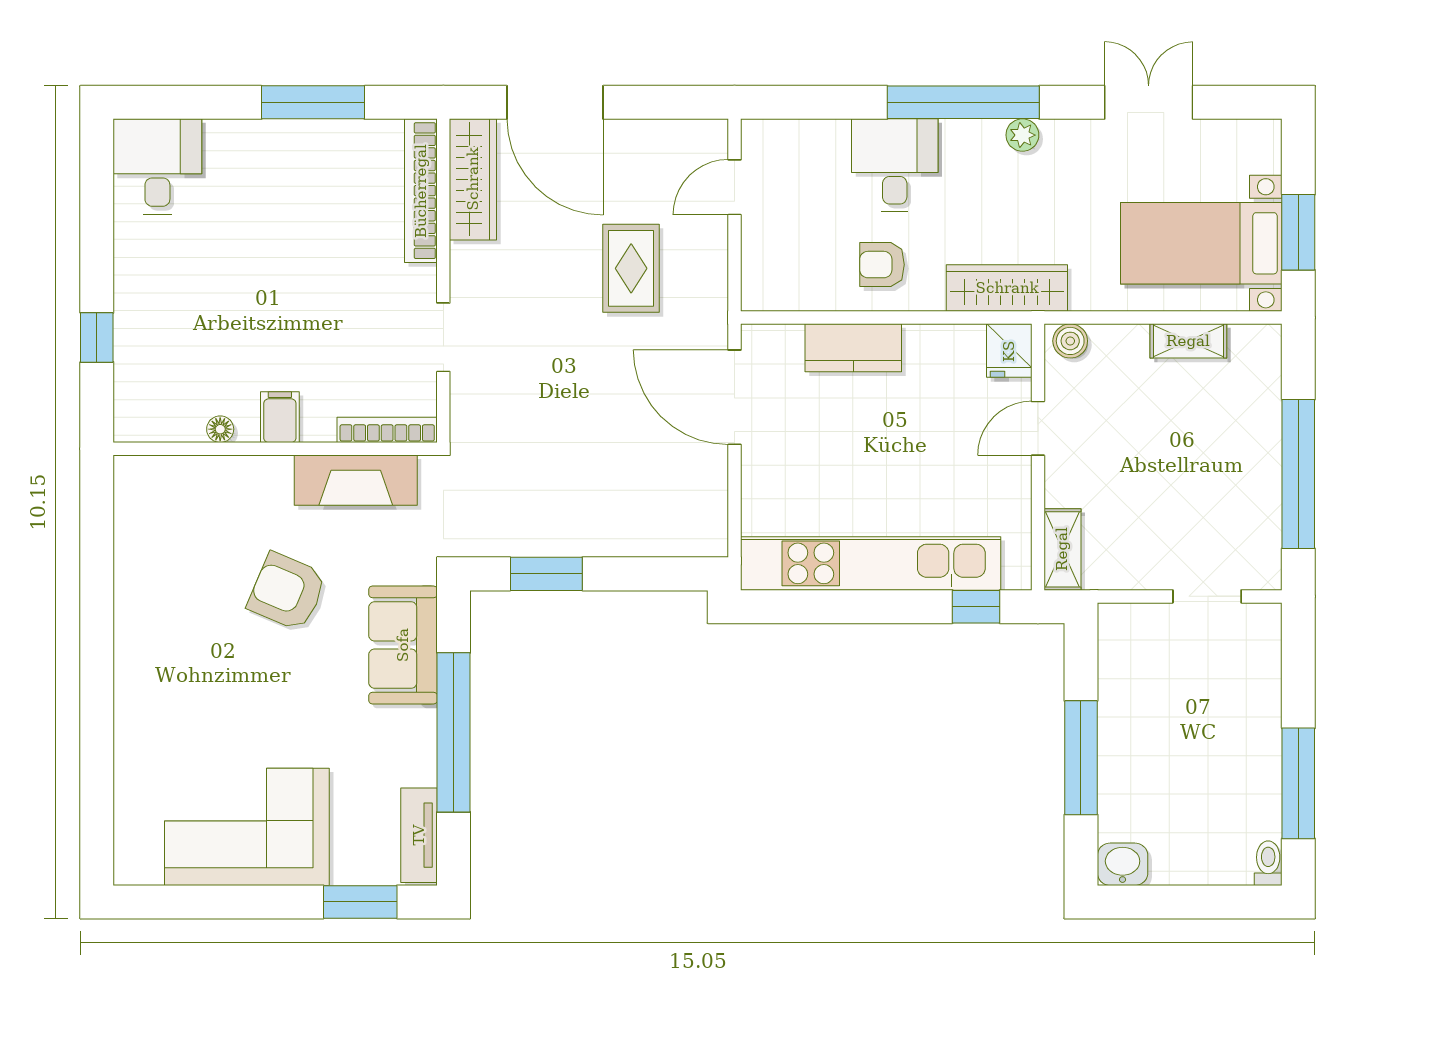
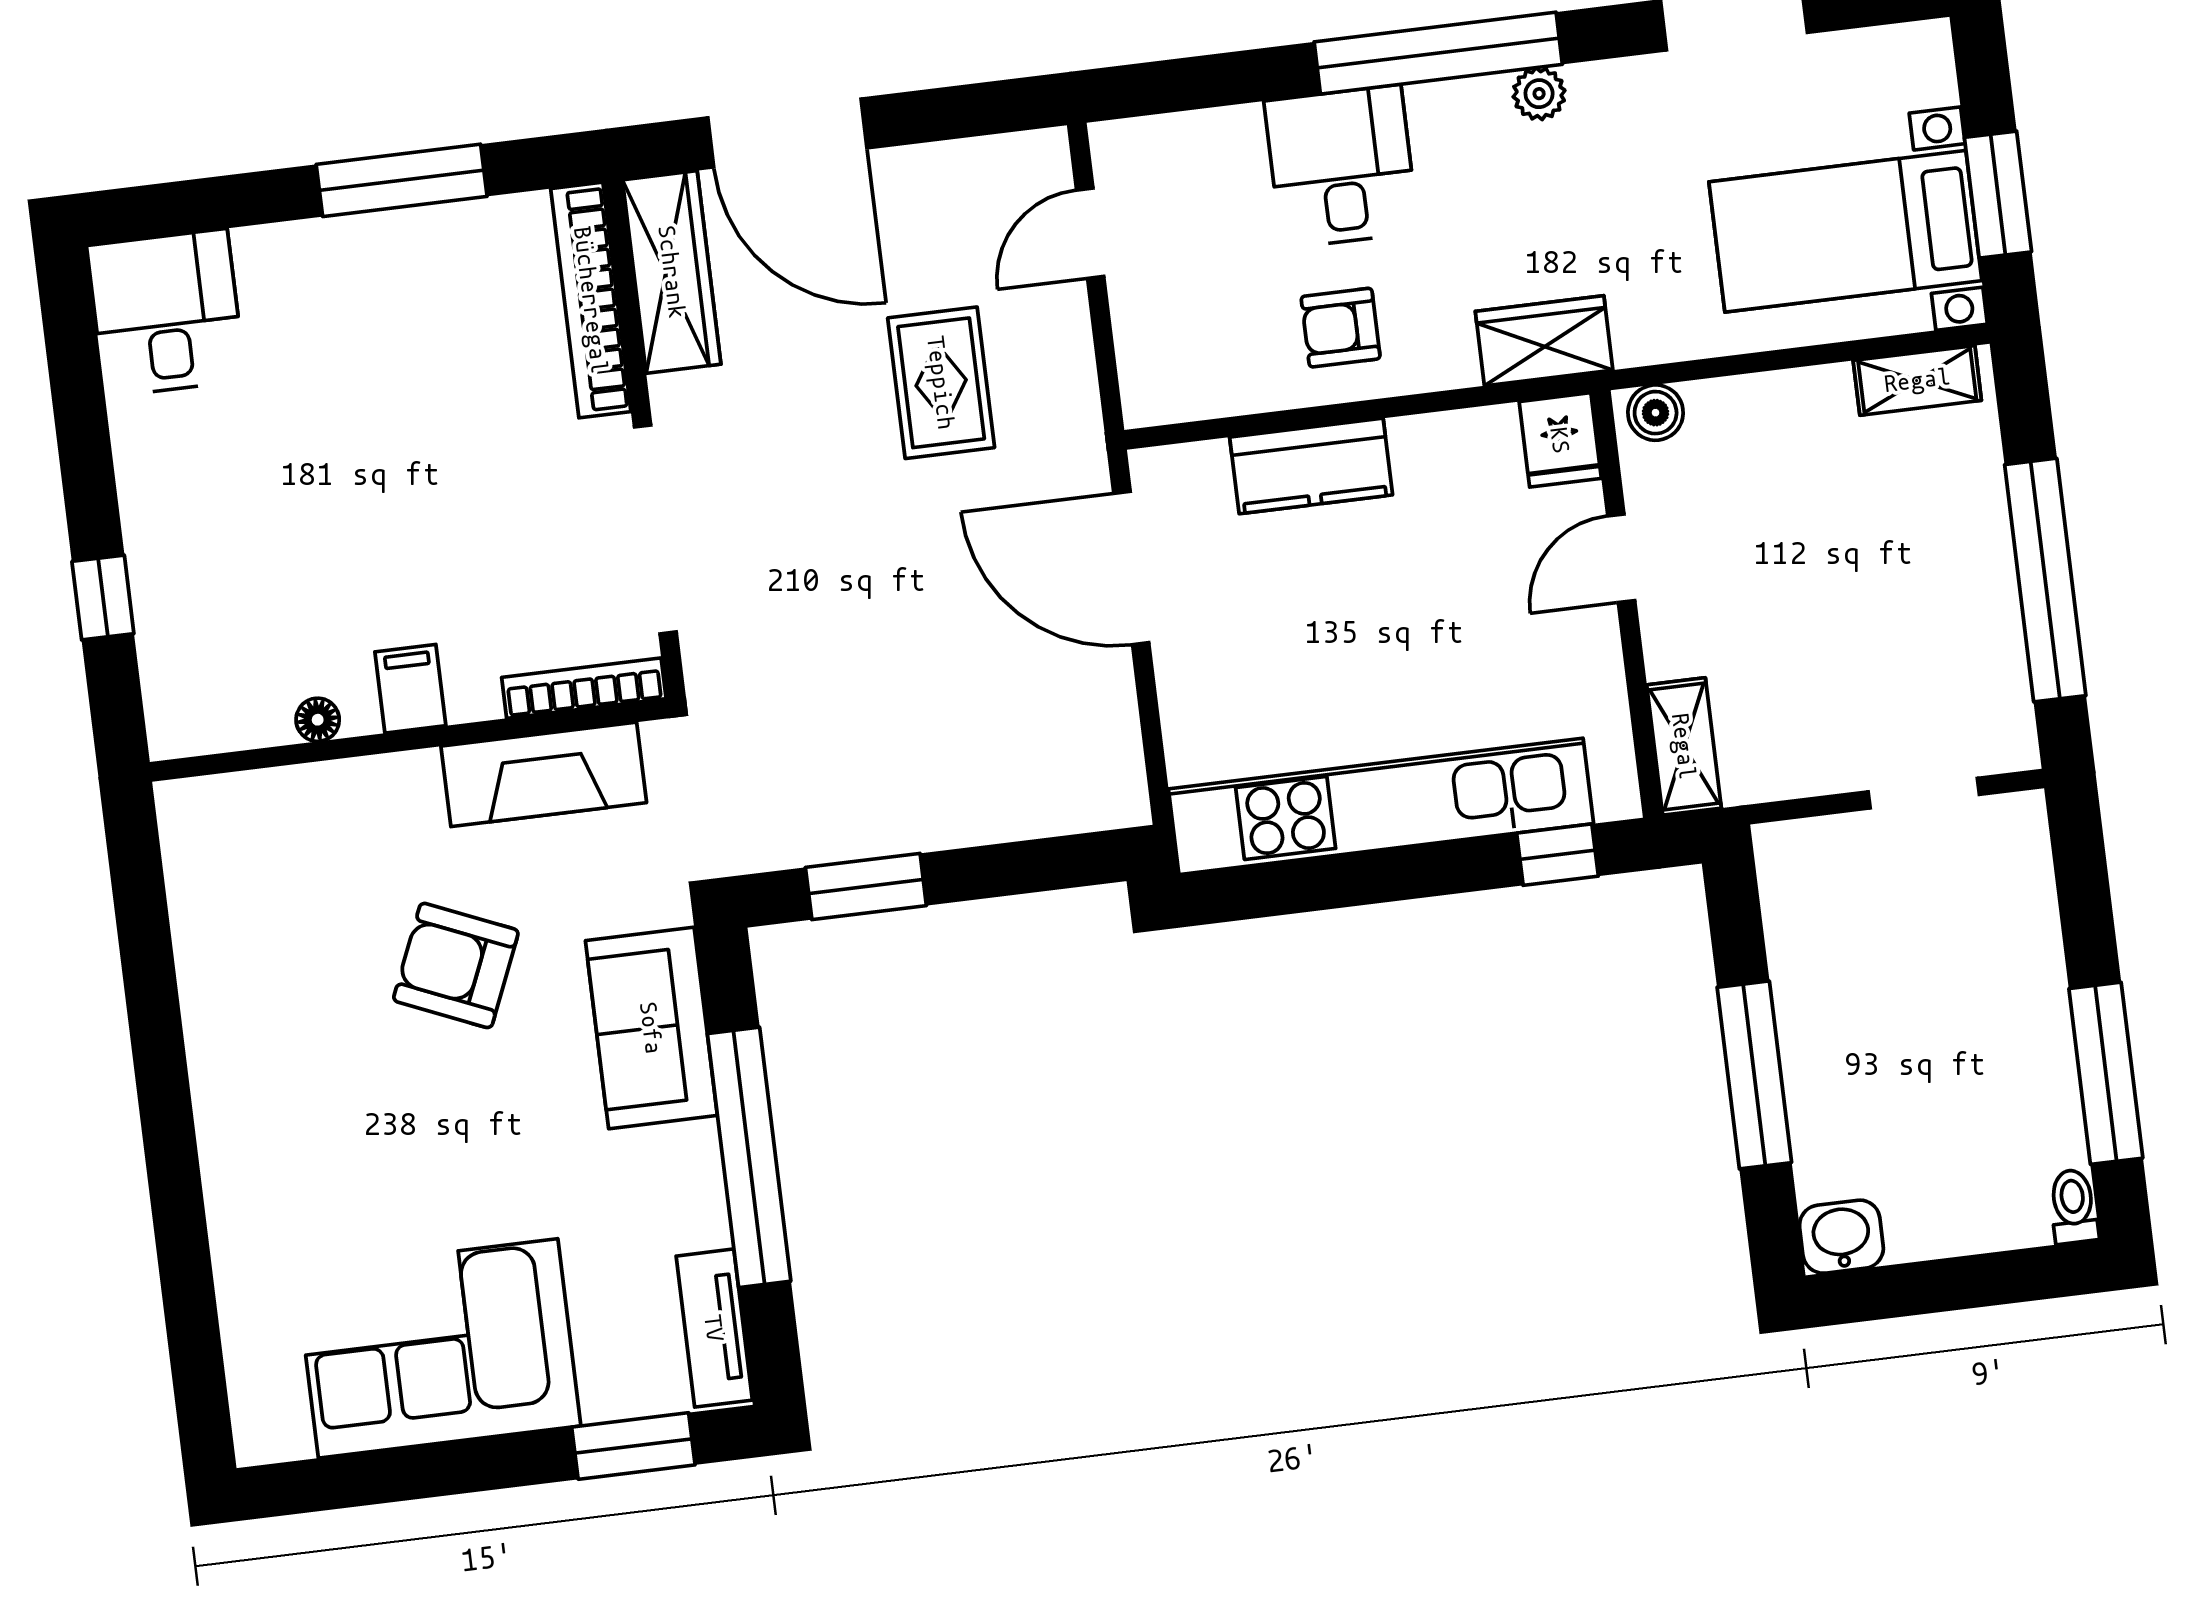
wardrobe: (1007, 288) -> (1544, 341), width x0.67
doorway: (443, 337) -> (655, 529), width x1.87
shelving: (1188, 341) -> (1917, 380), moved

